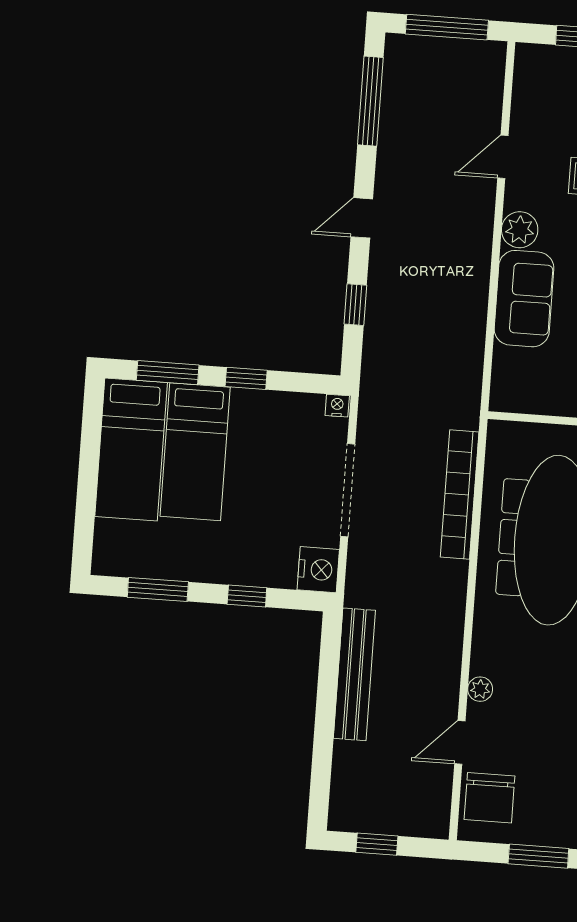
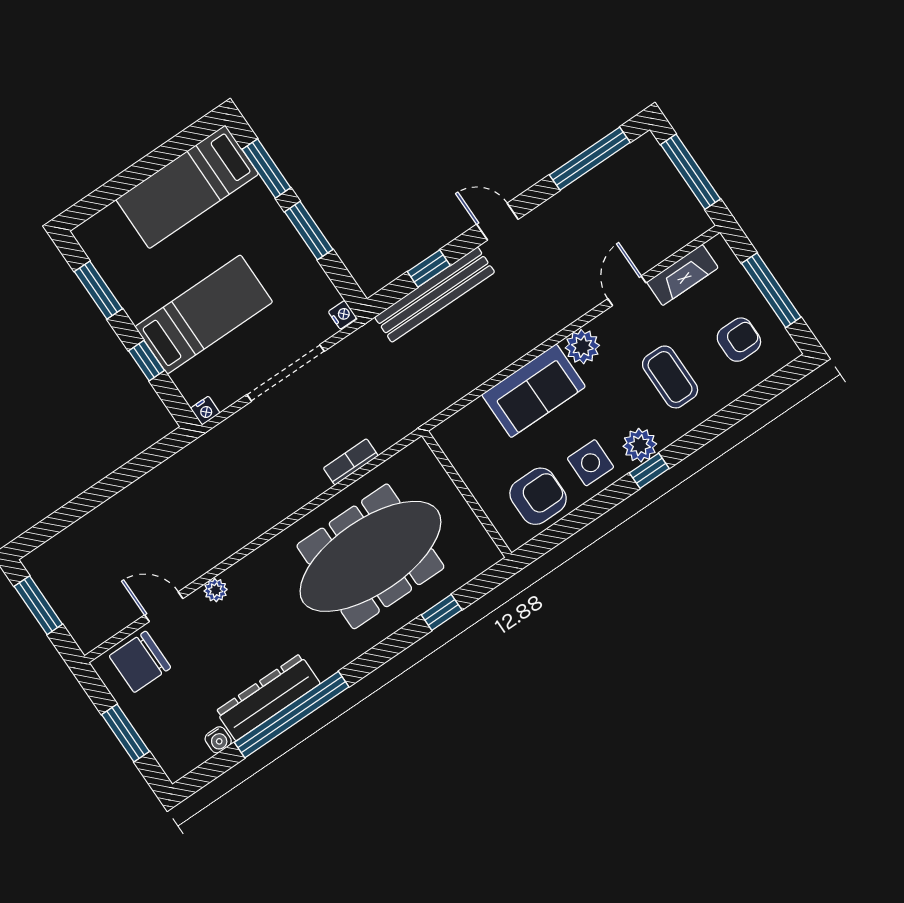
fireplace: (526, 101) -> (682, 275), added
door: (503, 157) -> (627, 291), hinge flipped
window: (246, 378) -> (309, 231), width x1.50
bed: (195, 452) -> (204, 314), moved, turned 180
bookcase: (460, 494) -> (351, 462), width x0.43, depth x0.76
nightstand: (318, 570) -> (205, 411), width x0.53, depth x0.56
bench: (354, 674) -> (435, 295), moved
window: (377, 844) -> (38, 605), width x1.50

